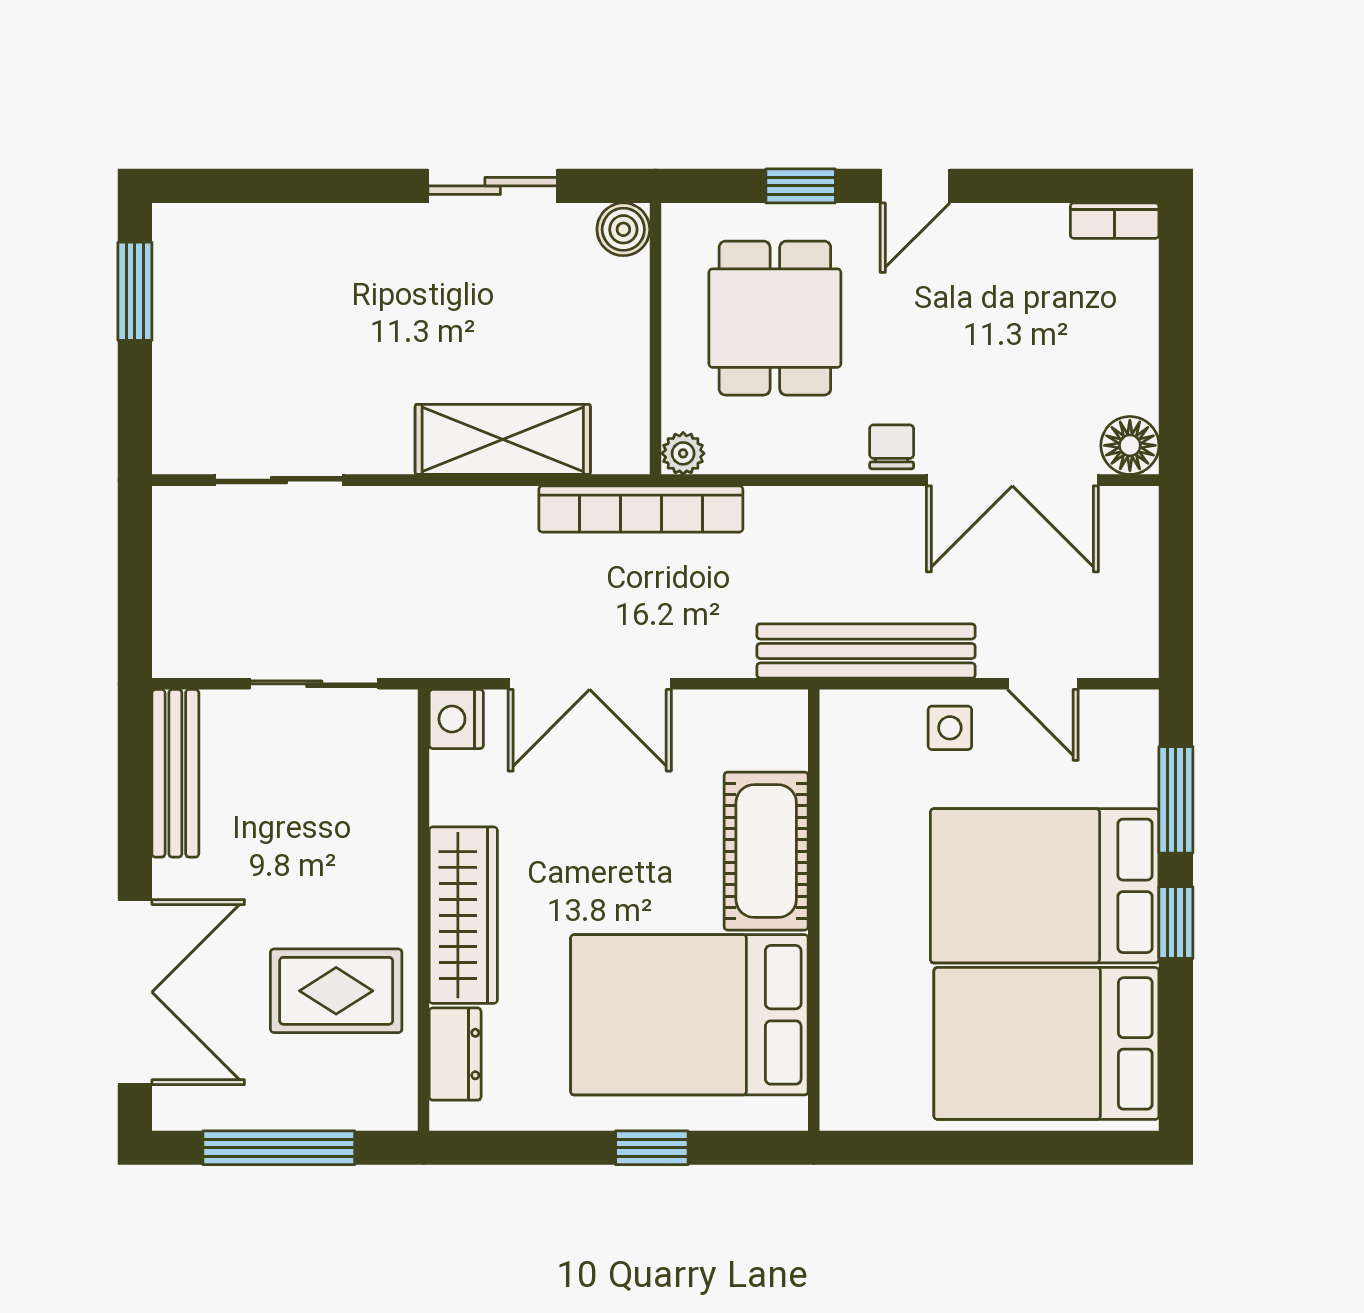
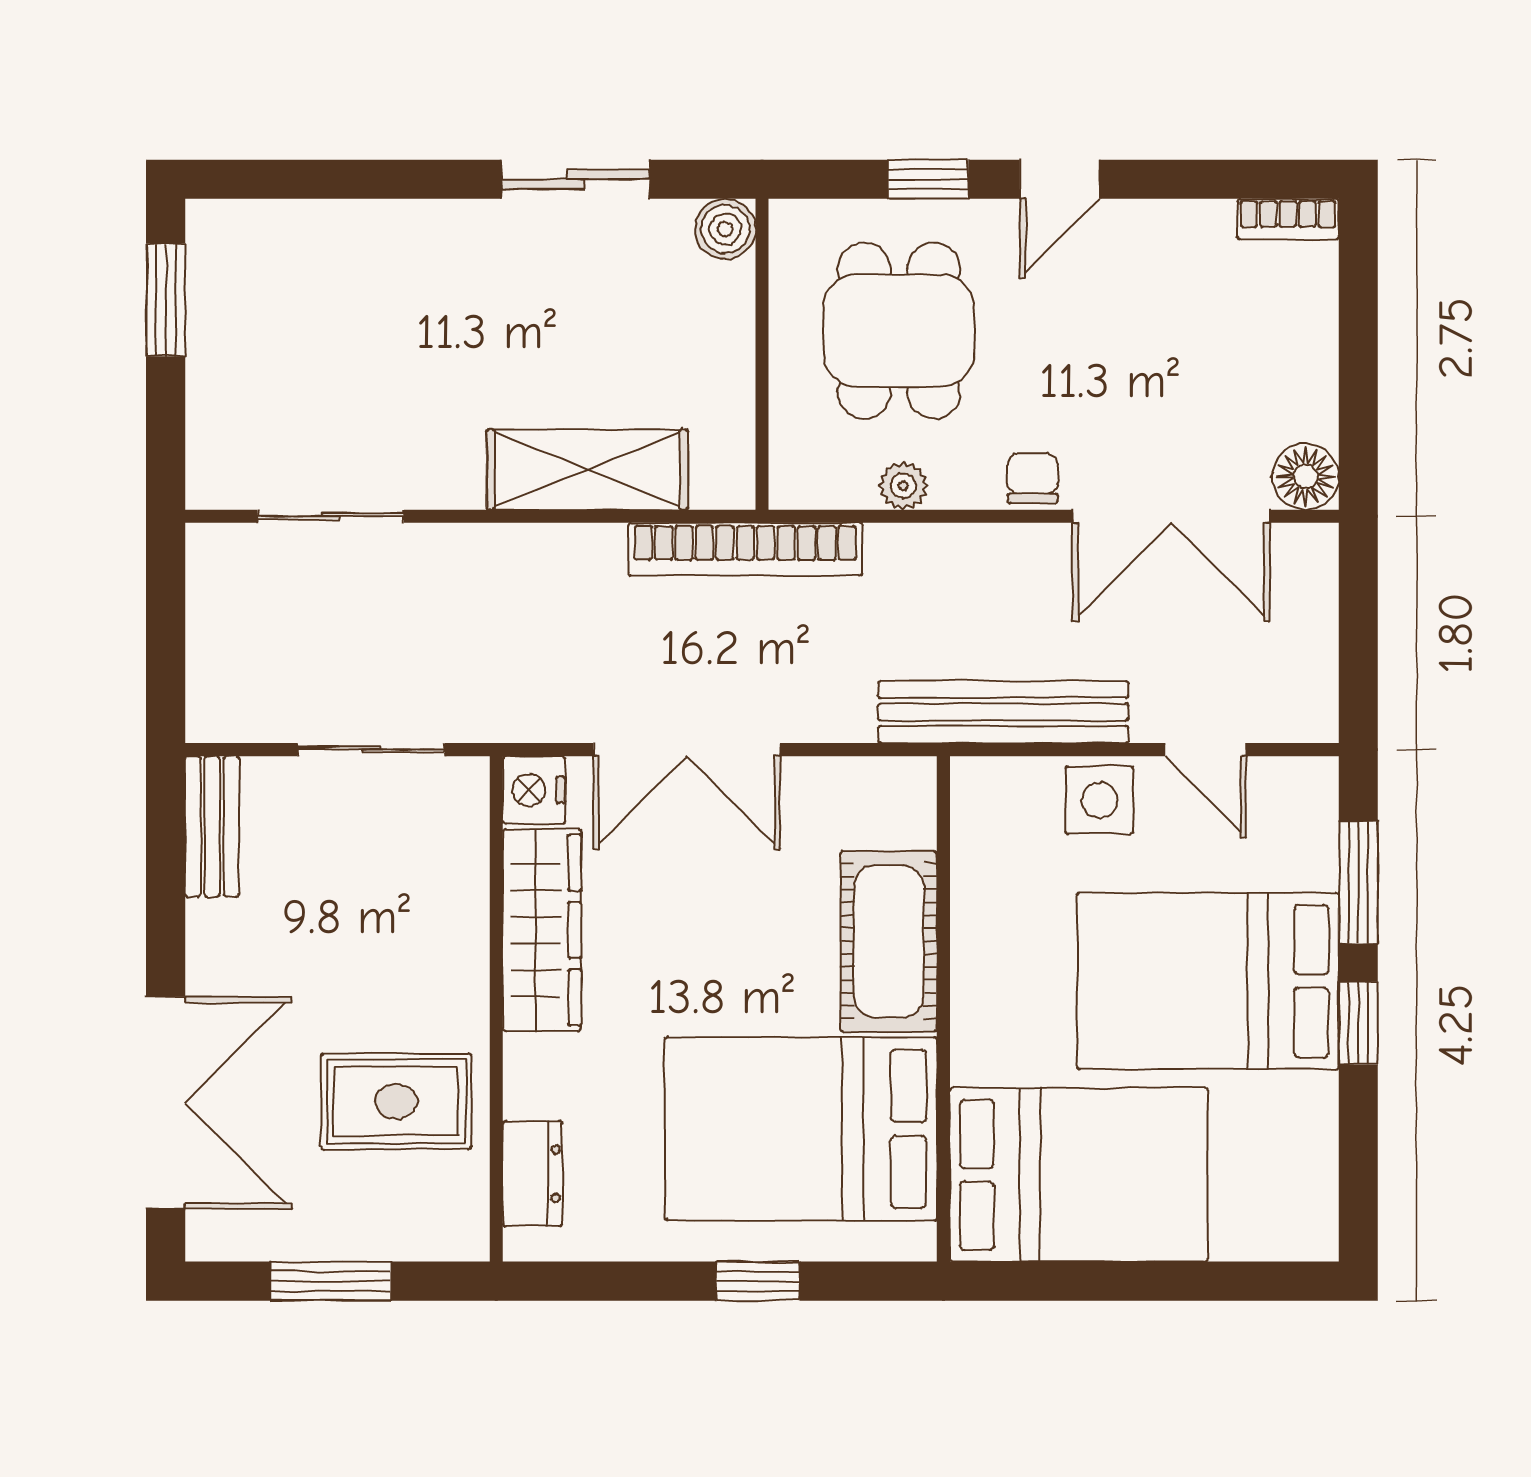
plant: (683, 453) -> (903, 486), moved
side table: (950, 728) -> (1099, 800), width x1.37, depth x1.37
bench: (175, 773) -> (212, 827), width x0.73
wardrobe: (463, 915) -> (542, 930), moved
bed: (1046, 1043) -> (1079, 1175), moved, turned 180
window: (279, 1148) -> (331, 1281), width x0.69

